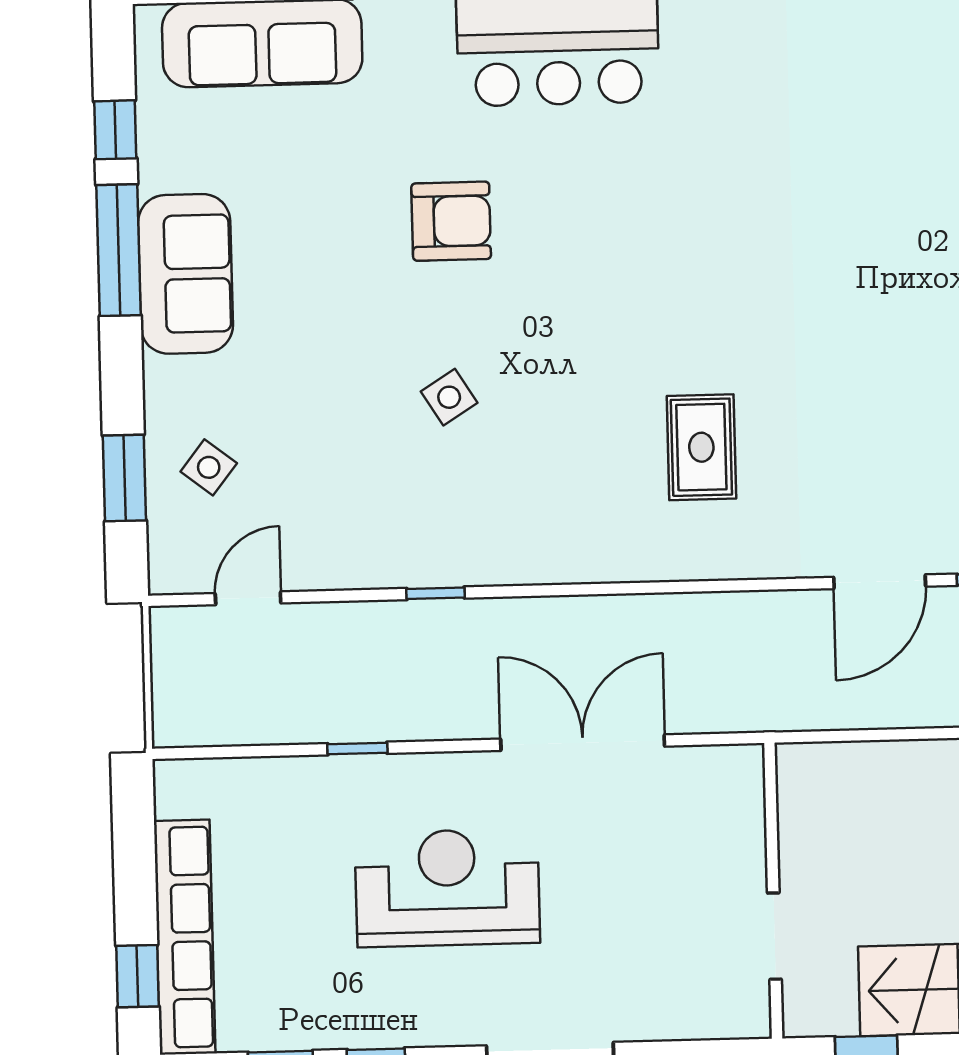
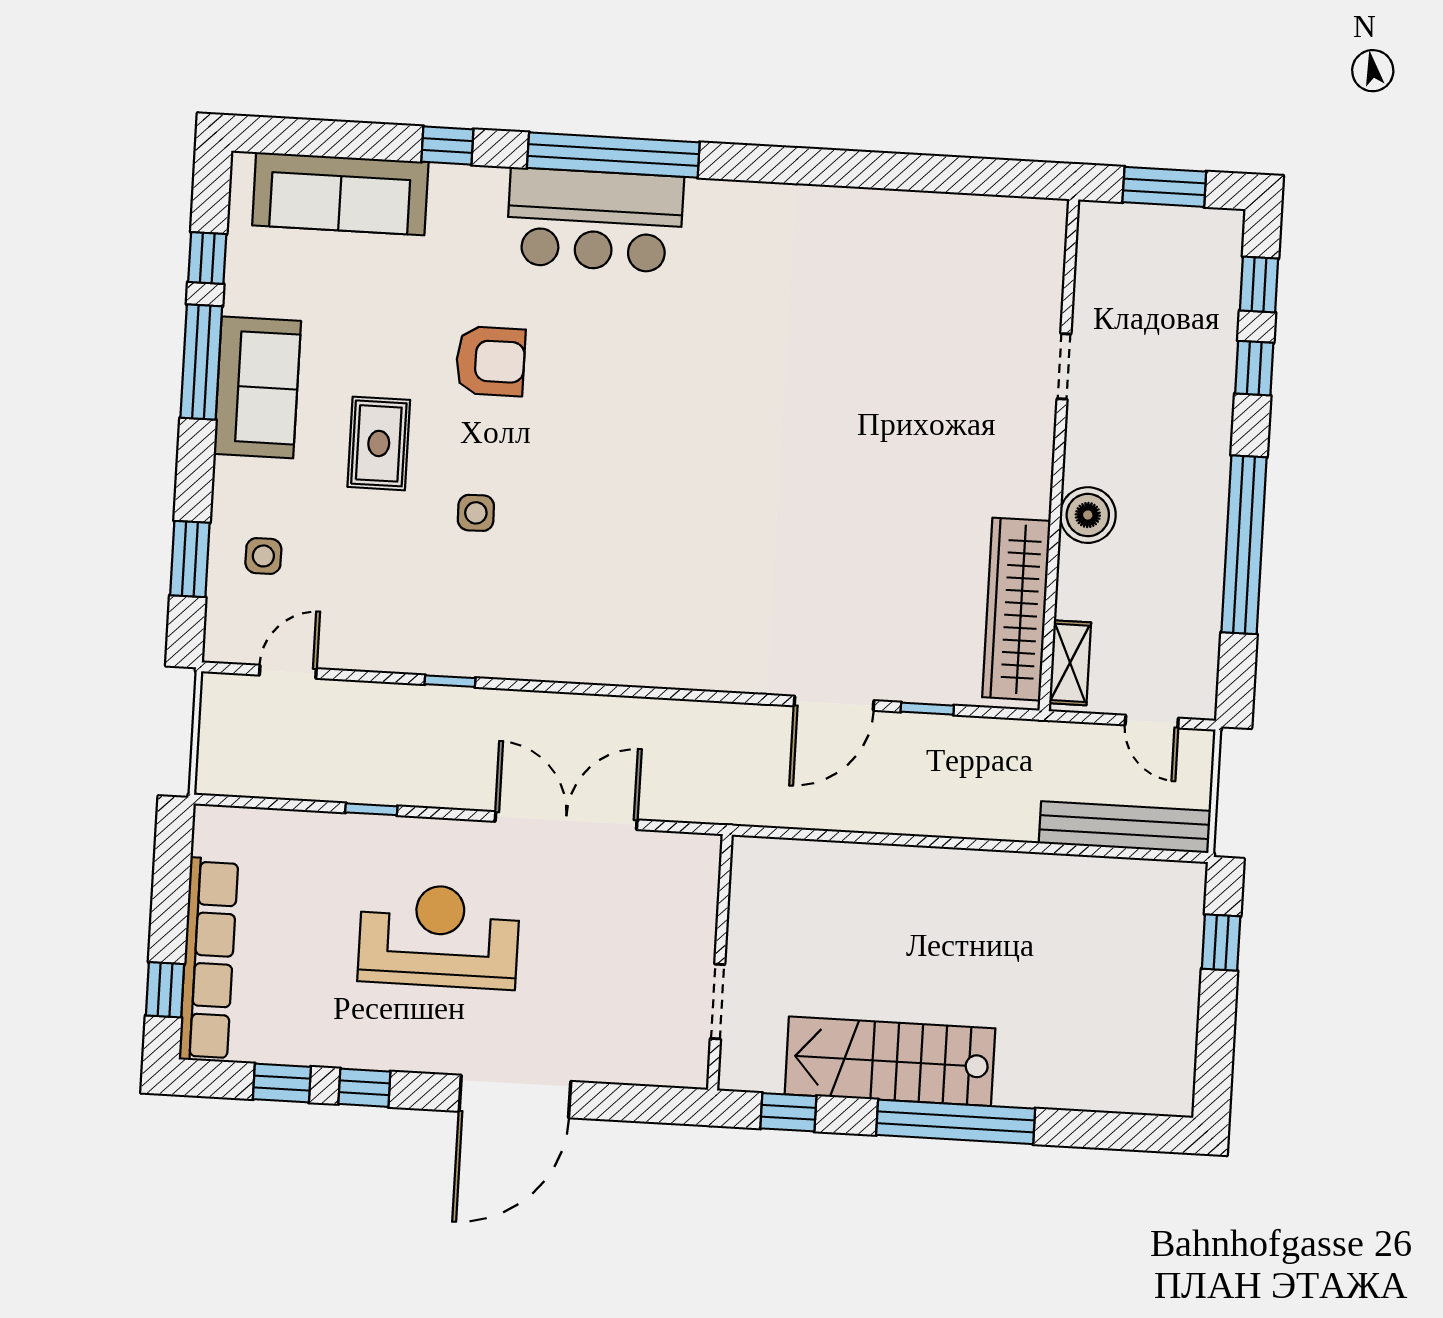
side table: (449, 397) -> (476, 513), turned 31
rug: (701, 447) -> (379, 443), moved
side table: (209, 467) -> (263, 556), turned -38

